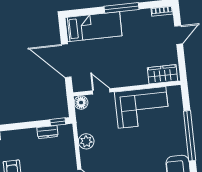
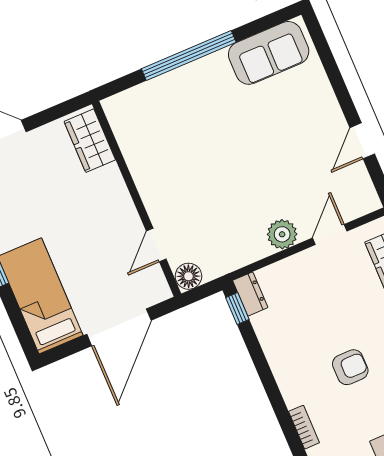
corner sofa: (142, 107) -> (163, 160), removed
dresser: (47, 132) -> (250, 294), moved
plant: (86, 141) -> (282, 234), moved

